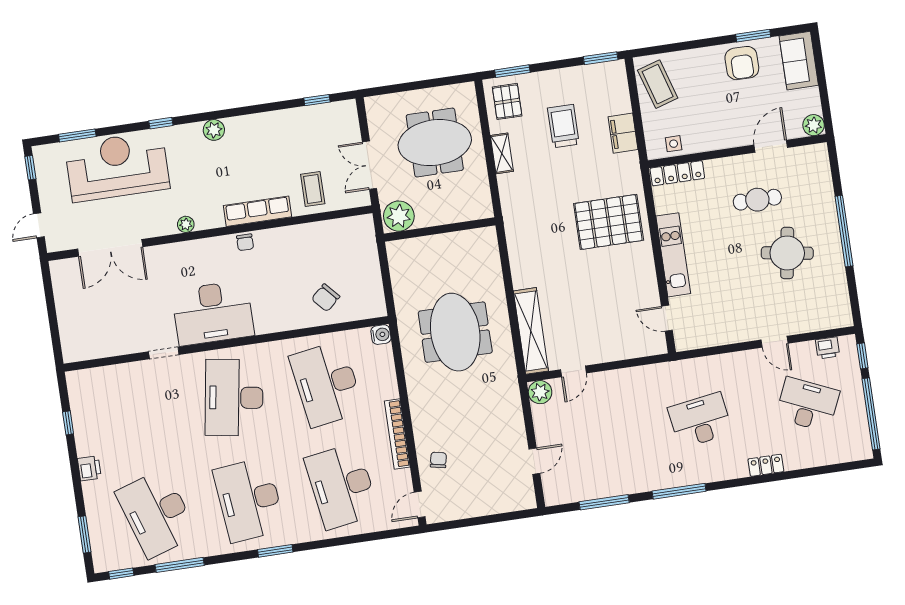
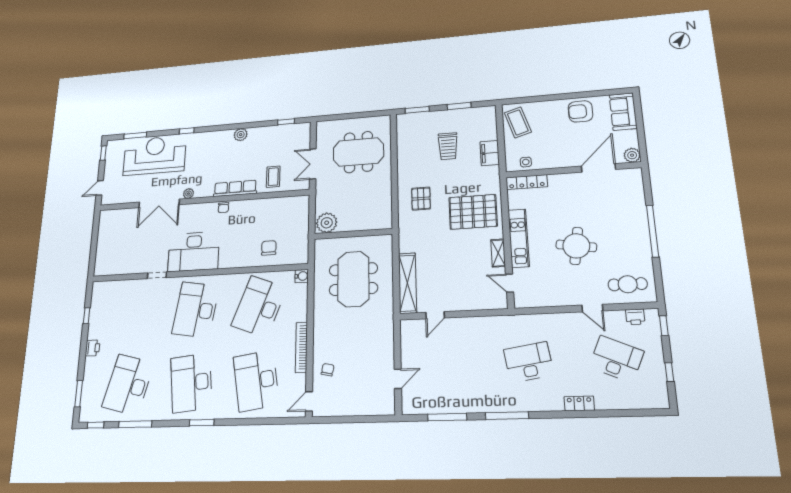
window: (753, 36) -> (590, 94), removed
window: (601, 58) -> (459, 106), moved
armchair: (742, 63) -> (580, 111), turned 90
pallet: (507, 101) -> (421, 199), moved
trolley: (563, 126) -> (448, 146), turned 180
plant: (214, 130) -> (241, 135), moved
door: (771, 146) -> (598, 168), width x1.36
shelving: (502, 153) -> (498, 253), moved
cafe table: (757, 200) -> (628, 284), moved
plant: (399, 216) -> (327, 223), moved
wall: (440, 229) -> (353, 234), moved
double door: (110, 248) -> (159, 203), moved
round table: (787, 253) -> (576, 246), moved
chair: (326, 298) -> (269, 248), turned 132
desk: (327, 384) -> (259, 307), turned 30
plant: (540, 392) -> (409, 328), removed
window: (871, 414) -> (669, 372), width x0.32
desk: (157, 513) -> (128, 385), turned 33

